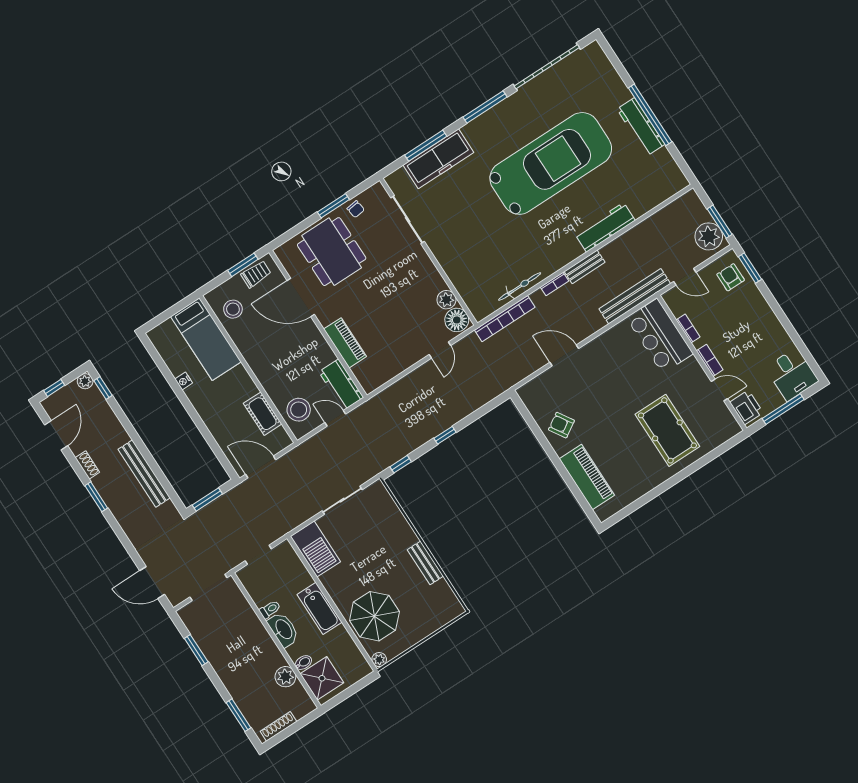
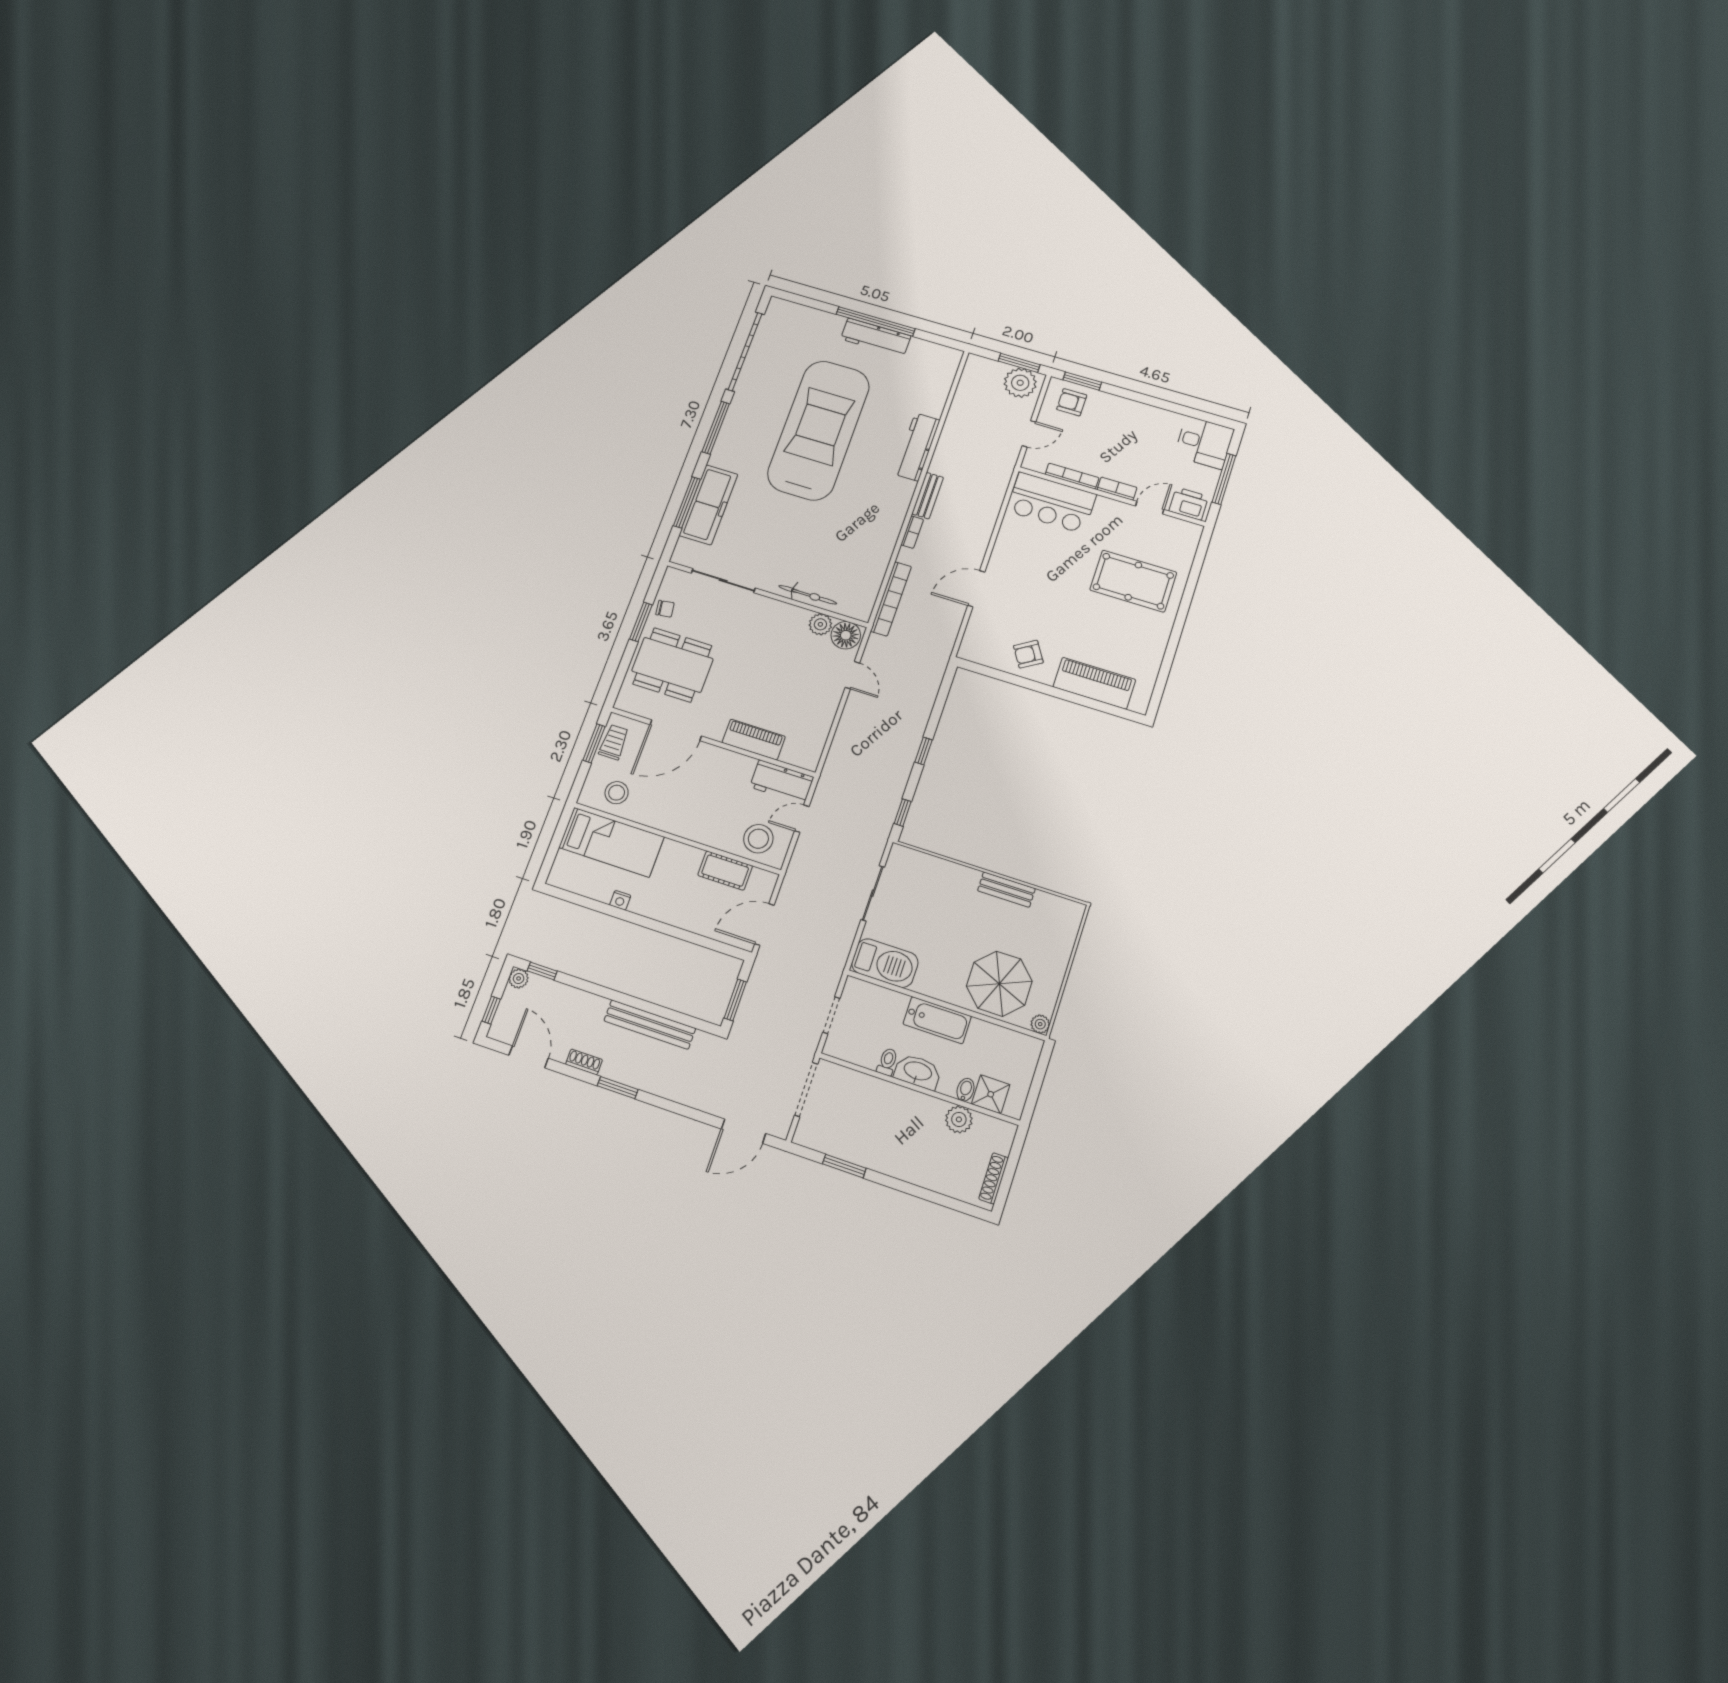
bicycle: (520, 286) -> (808, 595), moved, turned 90
bench: (635, 296) -> (997, 486), removed
bookcase: (688, 329) -> (1072, 476), width x1.56
shower: (322, 678) -> (991, 1094), width x0.73, depth x0.73
window: (239, 715) -> (943, 1200), removed

